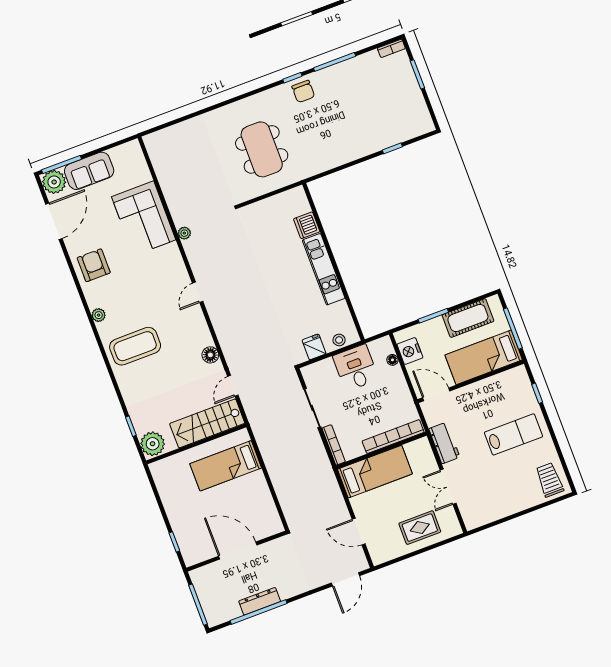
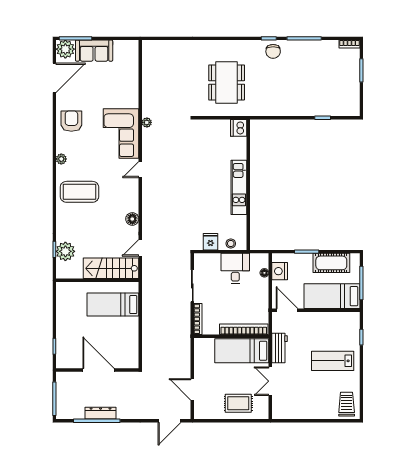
corner sofa: (144, 218) -> (121, 134), moved
dishwasher: (307, 225) -> (239, 128), moved
lab bench: (514, 434) -> (333, 361), turned 180
plant: (153, 444) -> (65, 251), moved
bed: (375, 472) -> (242, 351), moved, turned 180

